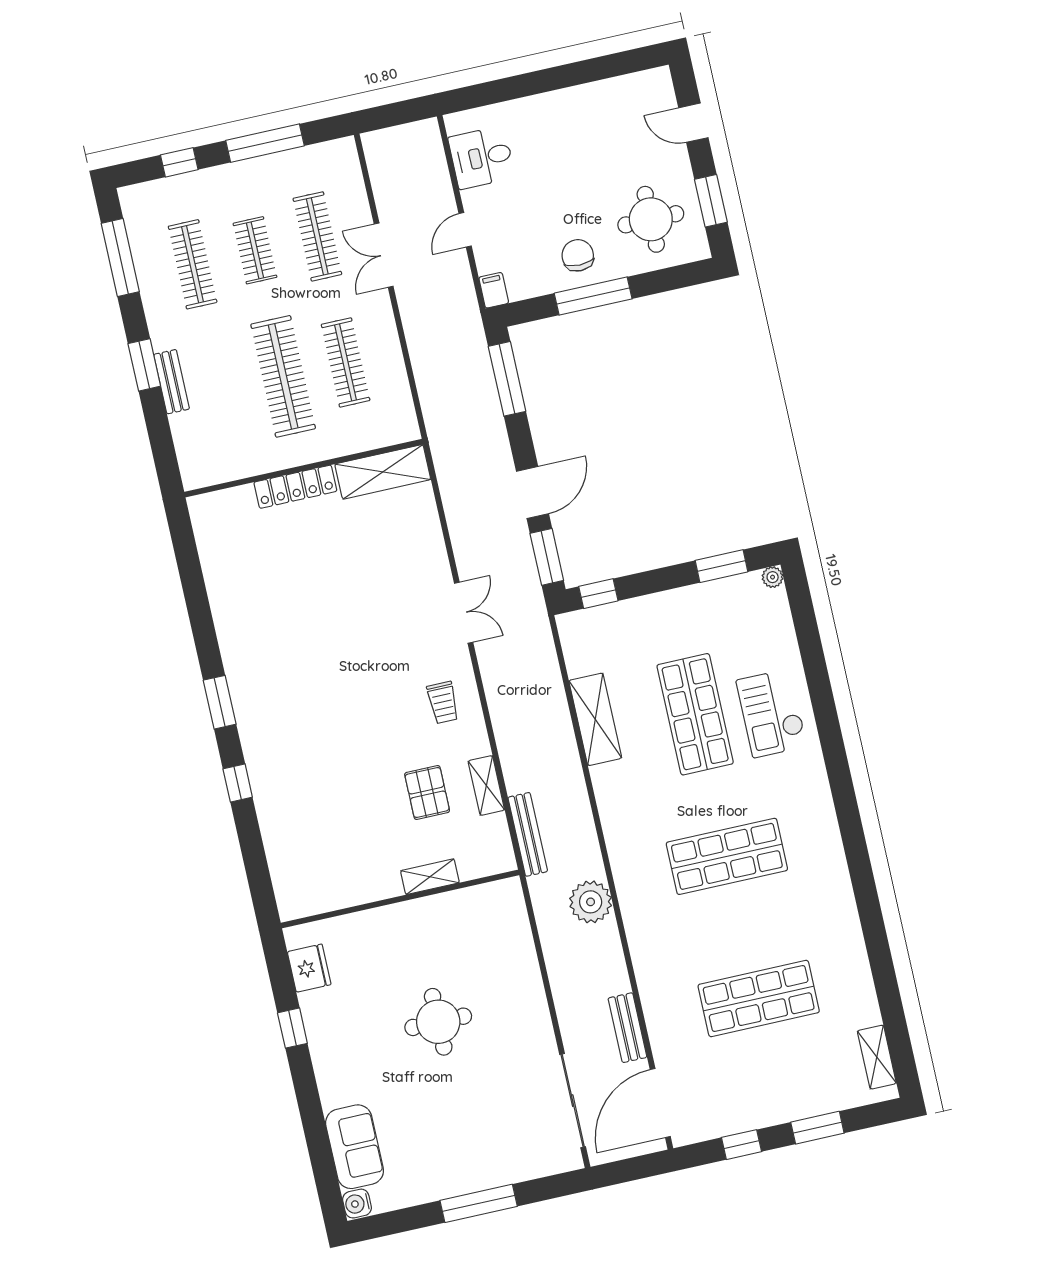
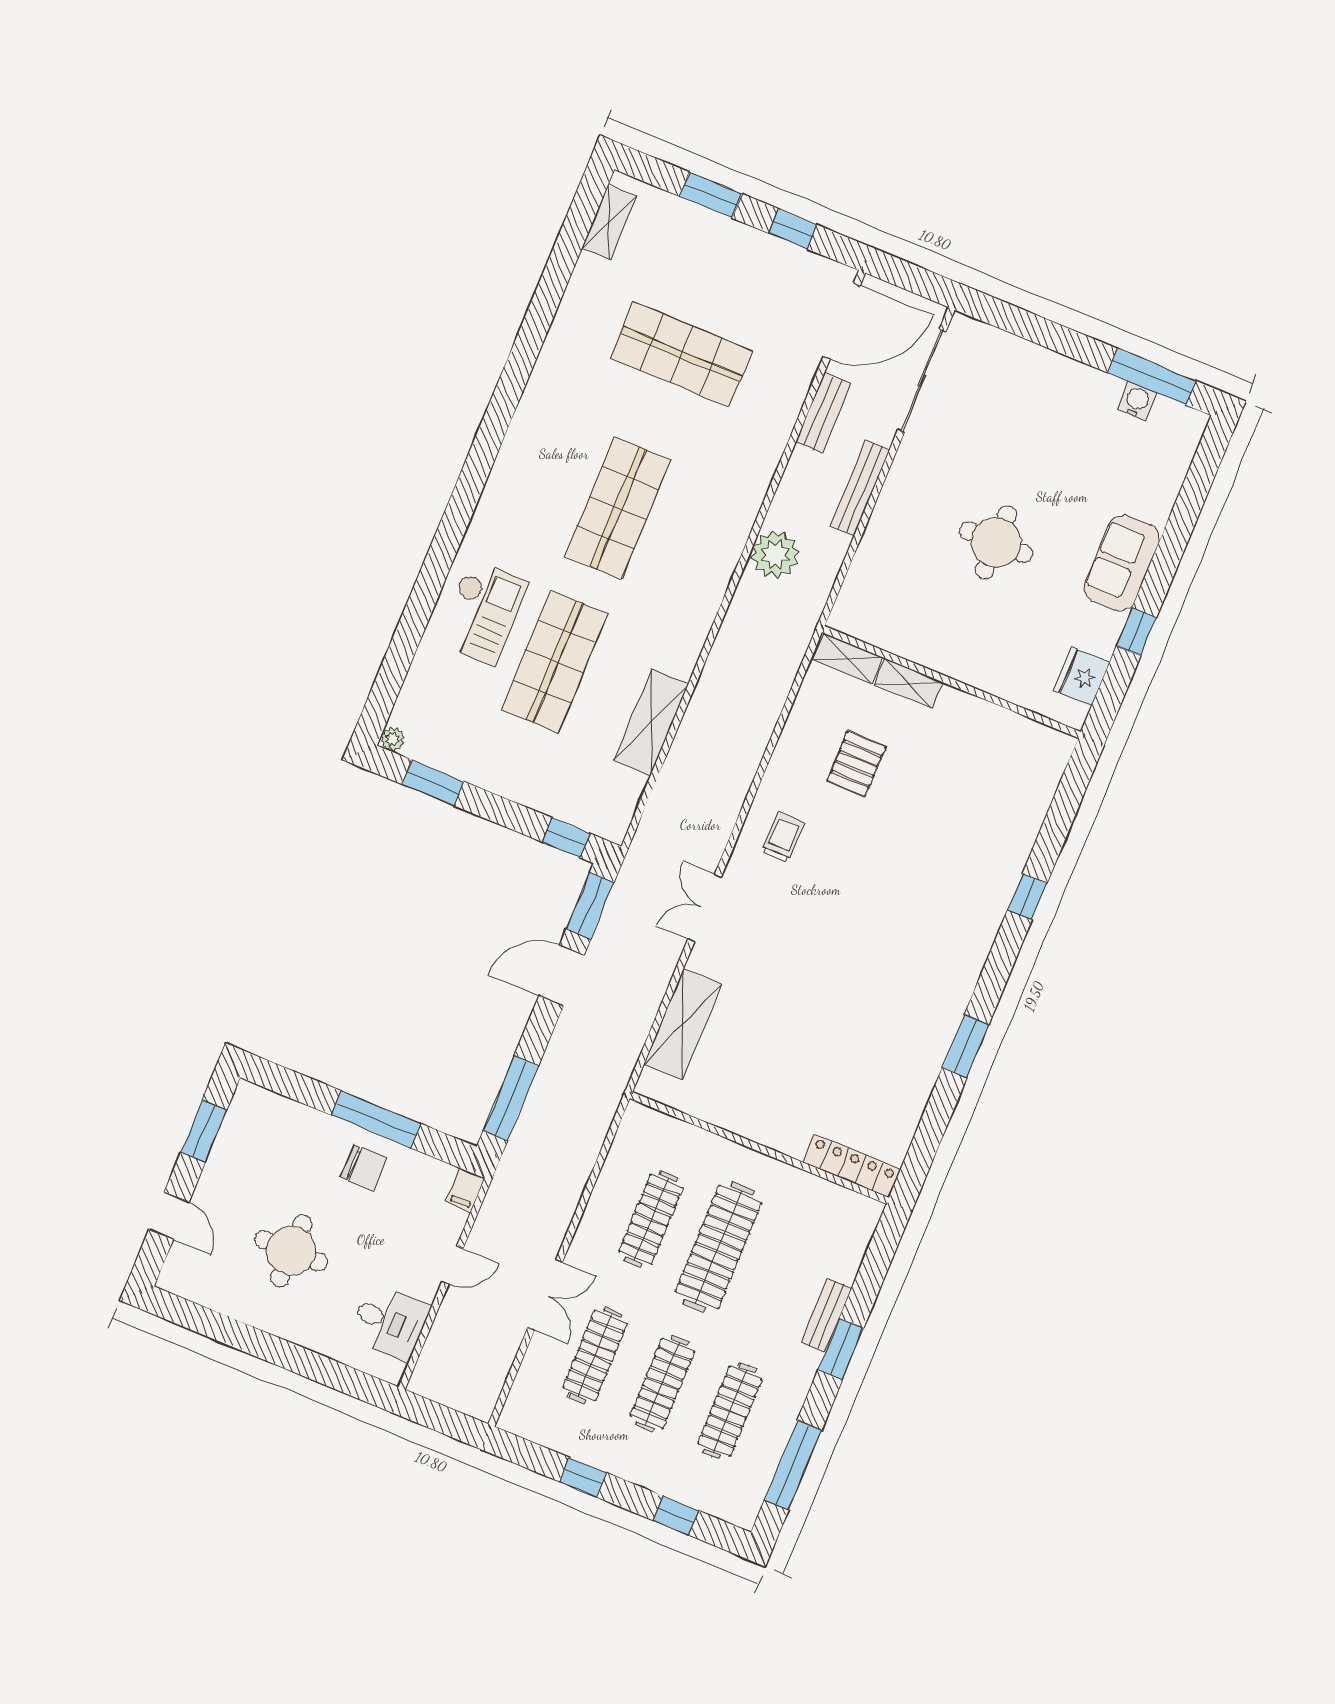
window: (265, 143) -> (583, 1477), width x0.46
round table: (651, 219) -> (291, 1251), moved
clothes rail: (255, 250) -> (662, 1383), width x1.36
chair: (578, 255) -> (364, 1168), turned -90
shelving: (383, 472) -> (683, 1024), moved, turned 90
locker: (295, 487) -> (852, 1166), moved
window: (220, 702) -> (966, 1046), moved
shelving: (486, 785) -> (848, 658), moved, turned 90
bench: (528, 834) -> (860, 488), moved
shop shelf: (727, 856) -> (618, 508), turned 90
sofa: (355, 1147) -> (1122, 563), moved
window: (479, 1203) -> (1151, 377), moved
water cooler: (357, 1204) -> (1137, 401), moved, turned -90

